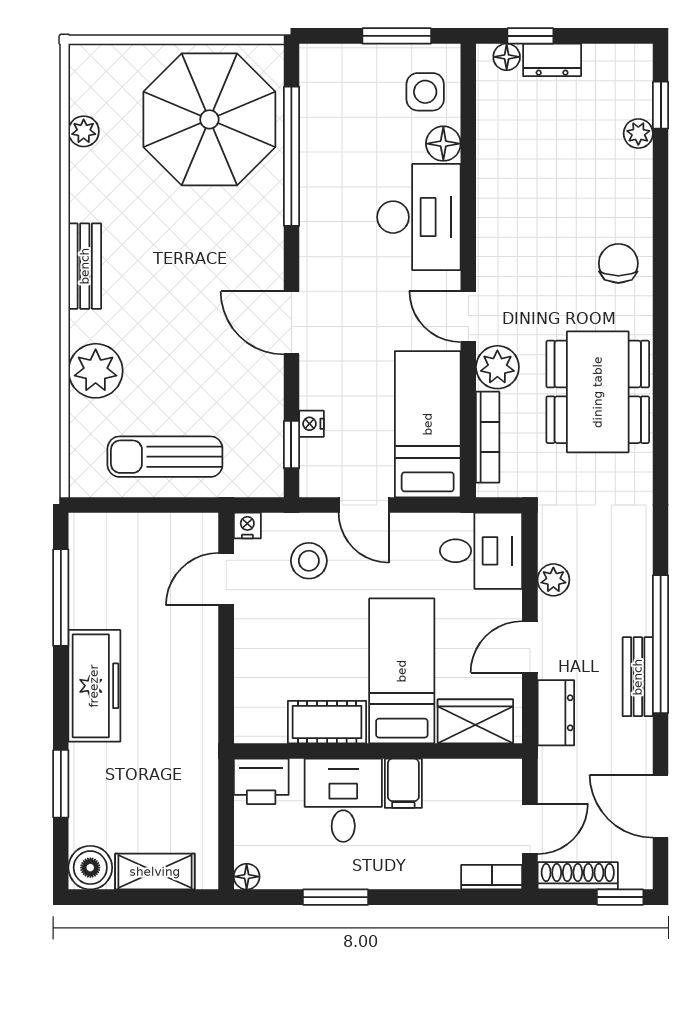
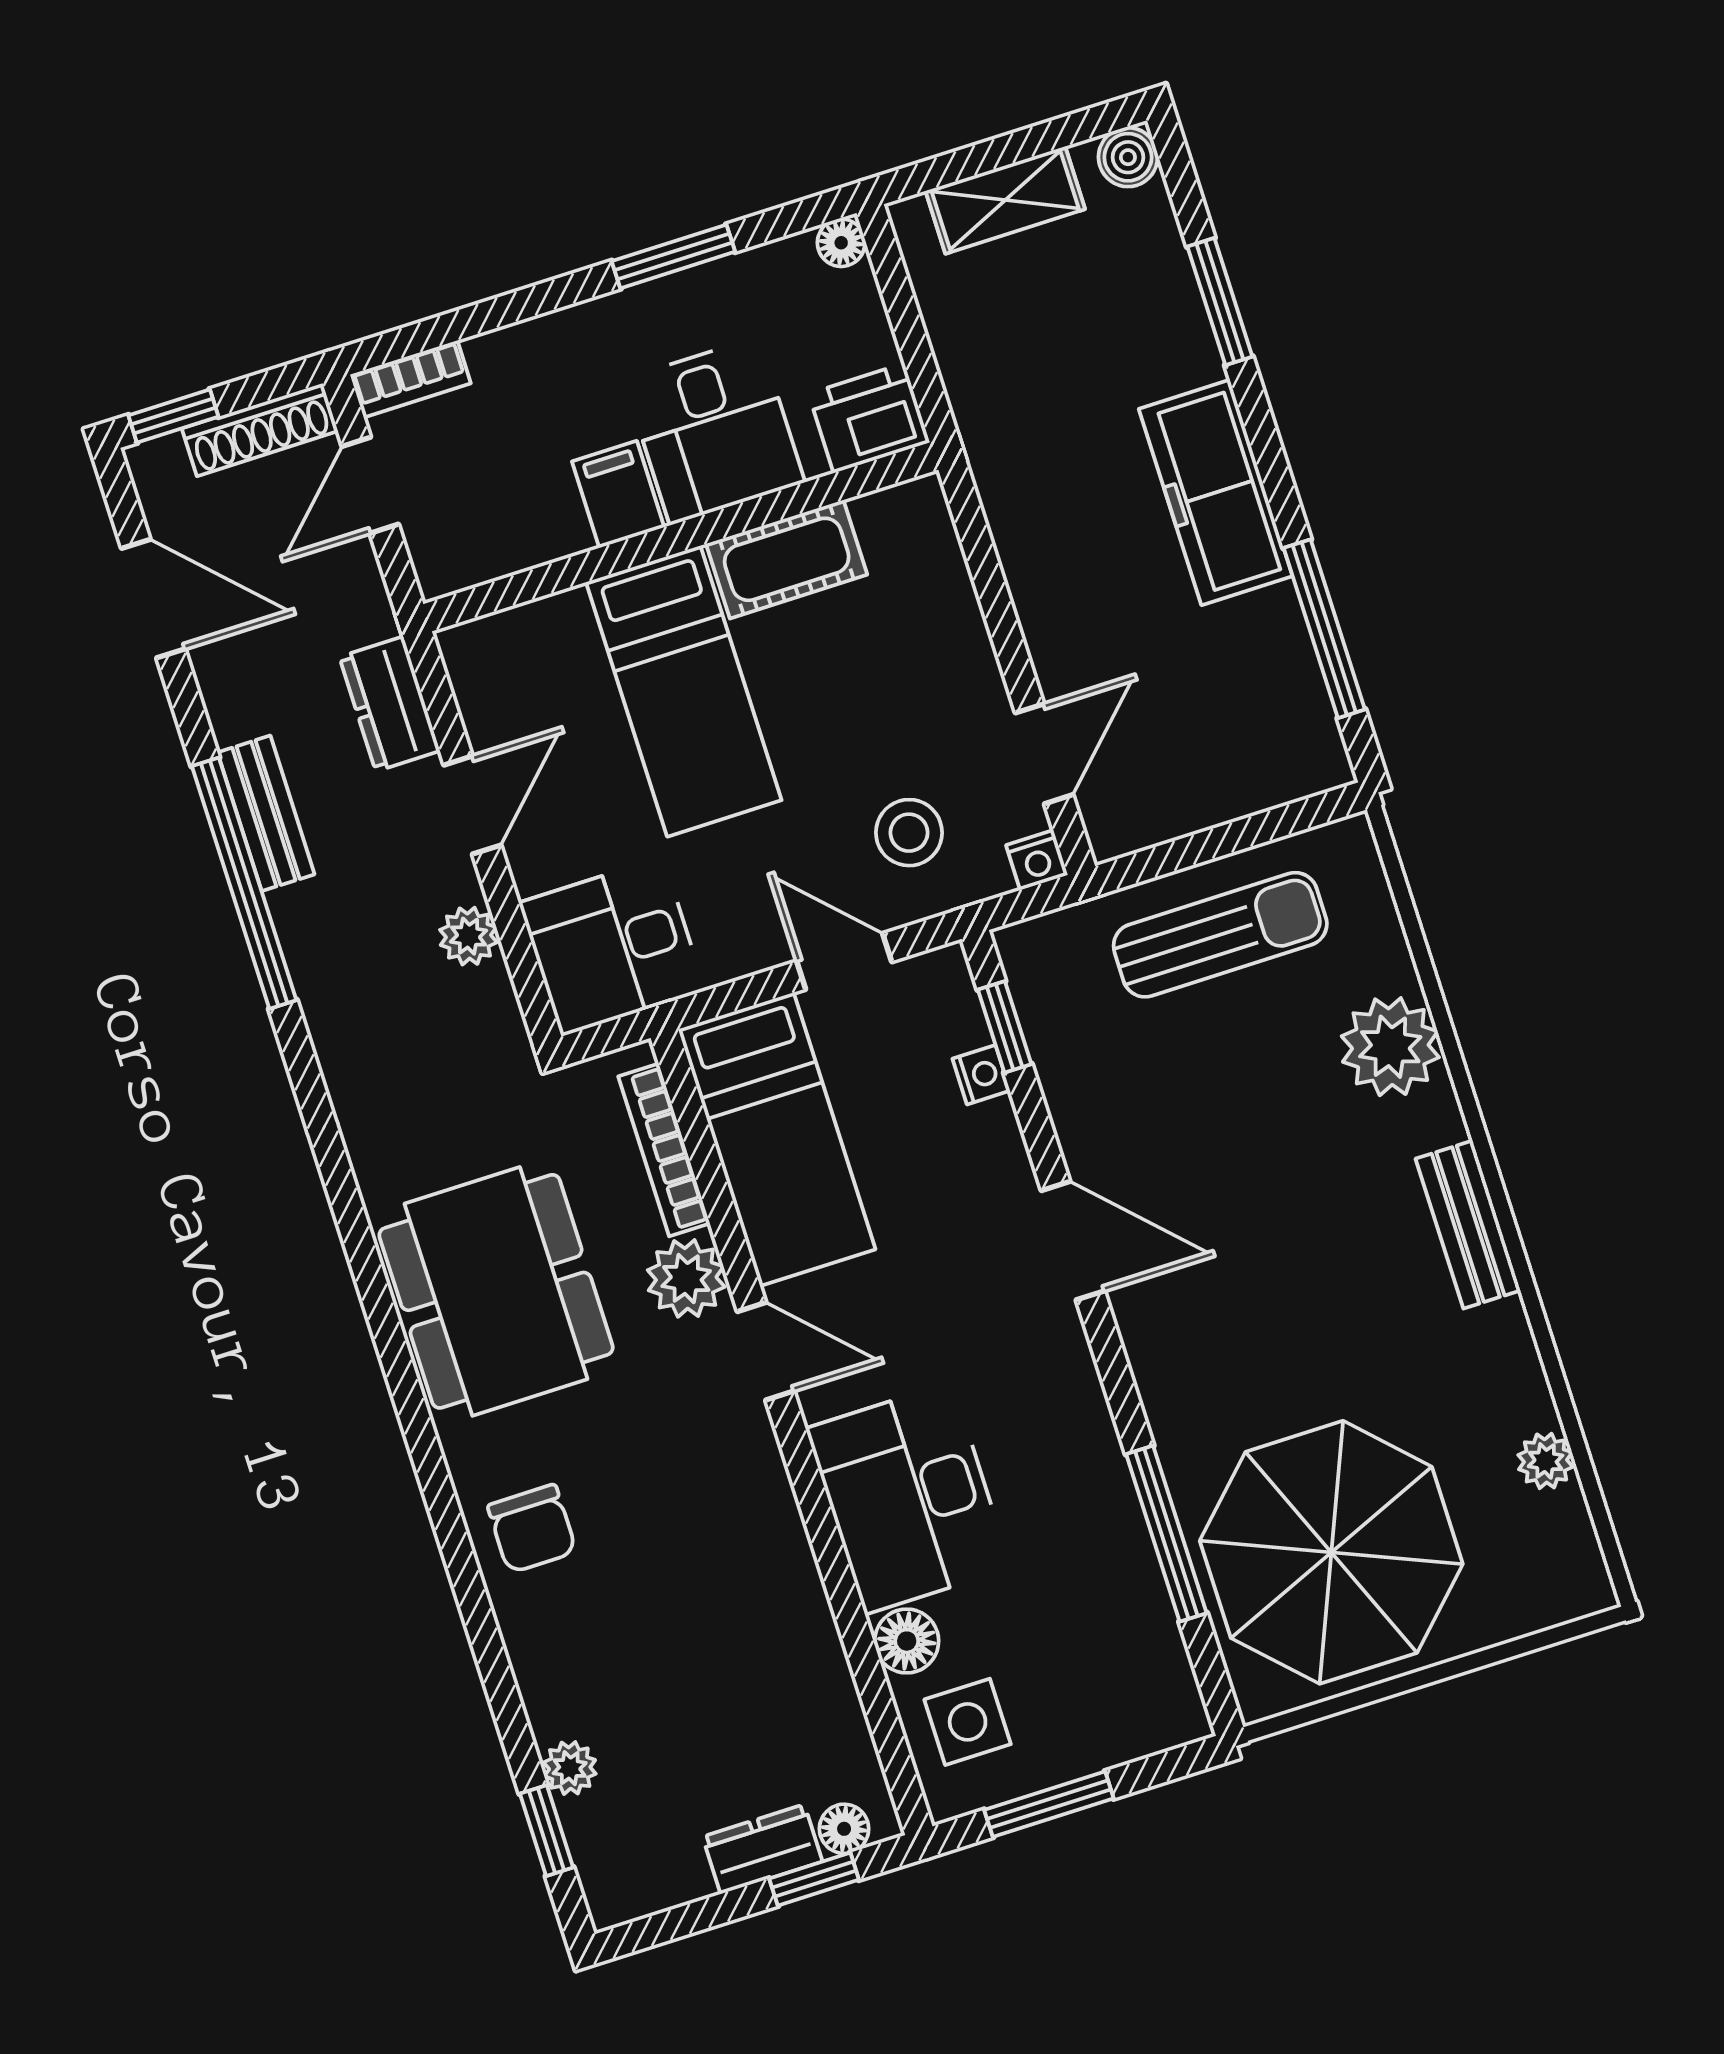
window: (291, 156) -> (1166, 1534), width x0.68
wardrobe: (475, 721) -> (526, 644), removed
boiler: (90, 868) -> (1128, 157), width x0.73, depth x0.73

